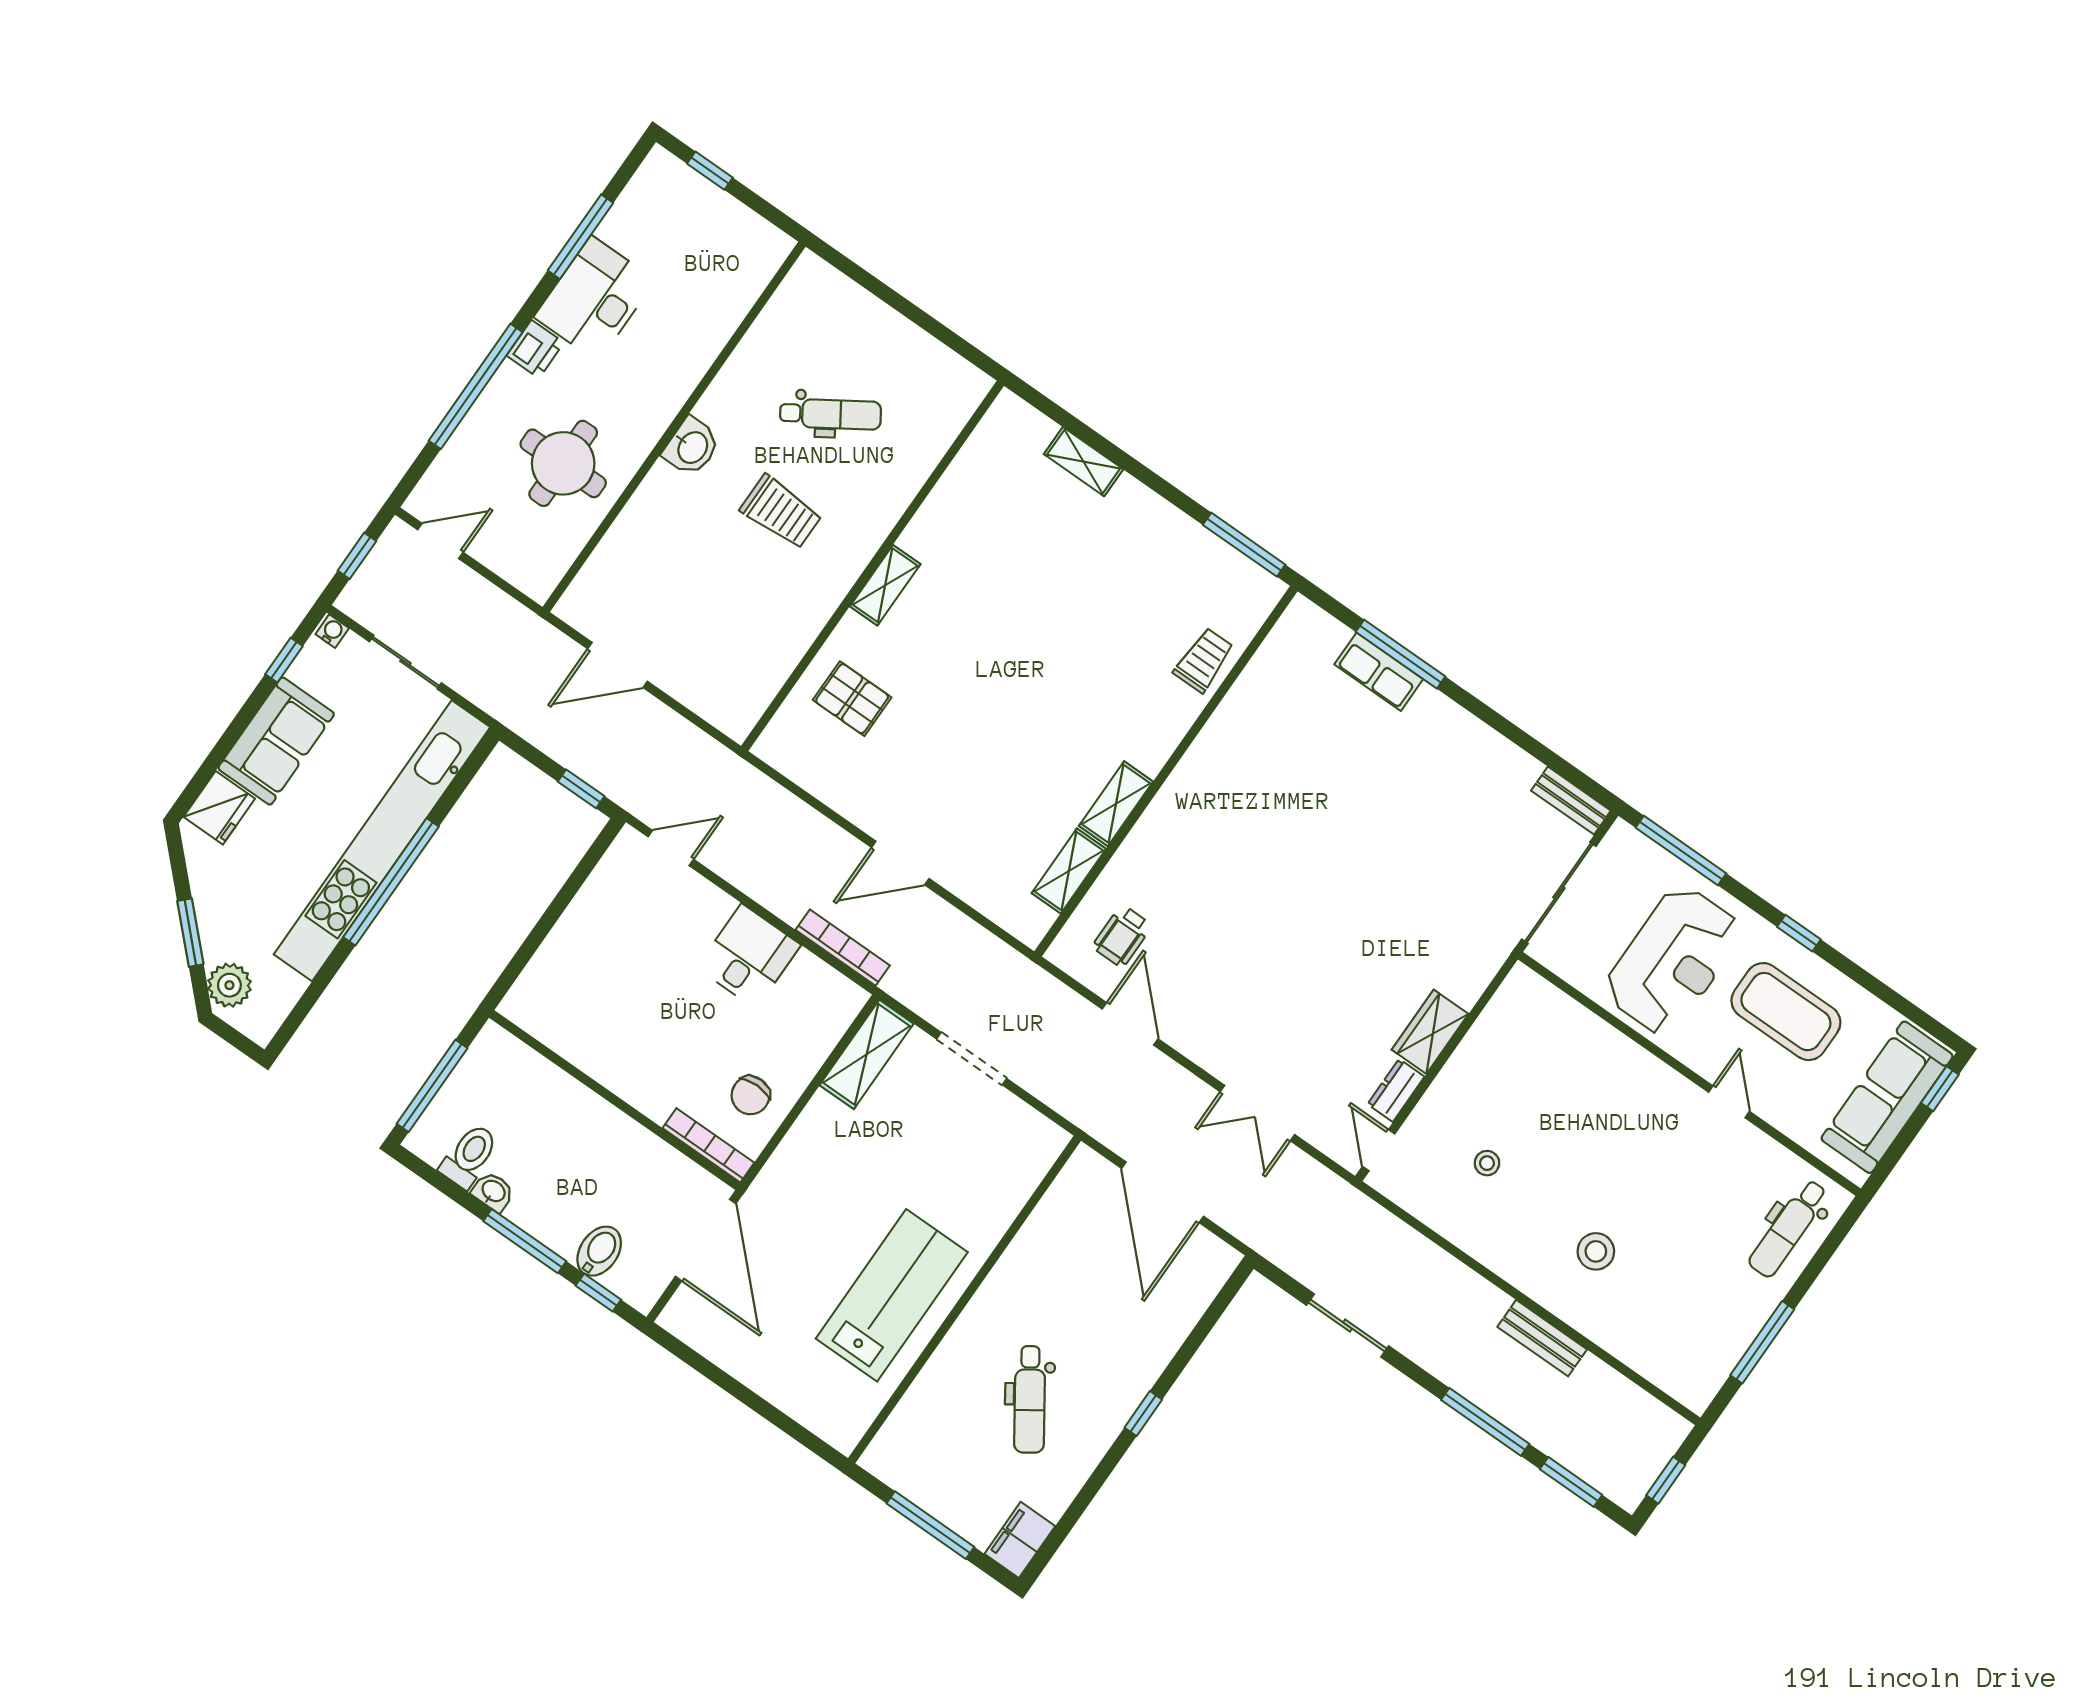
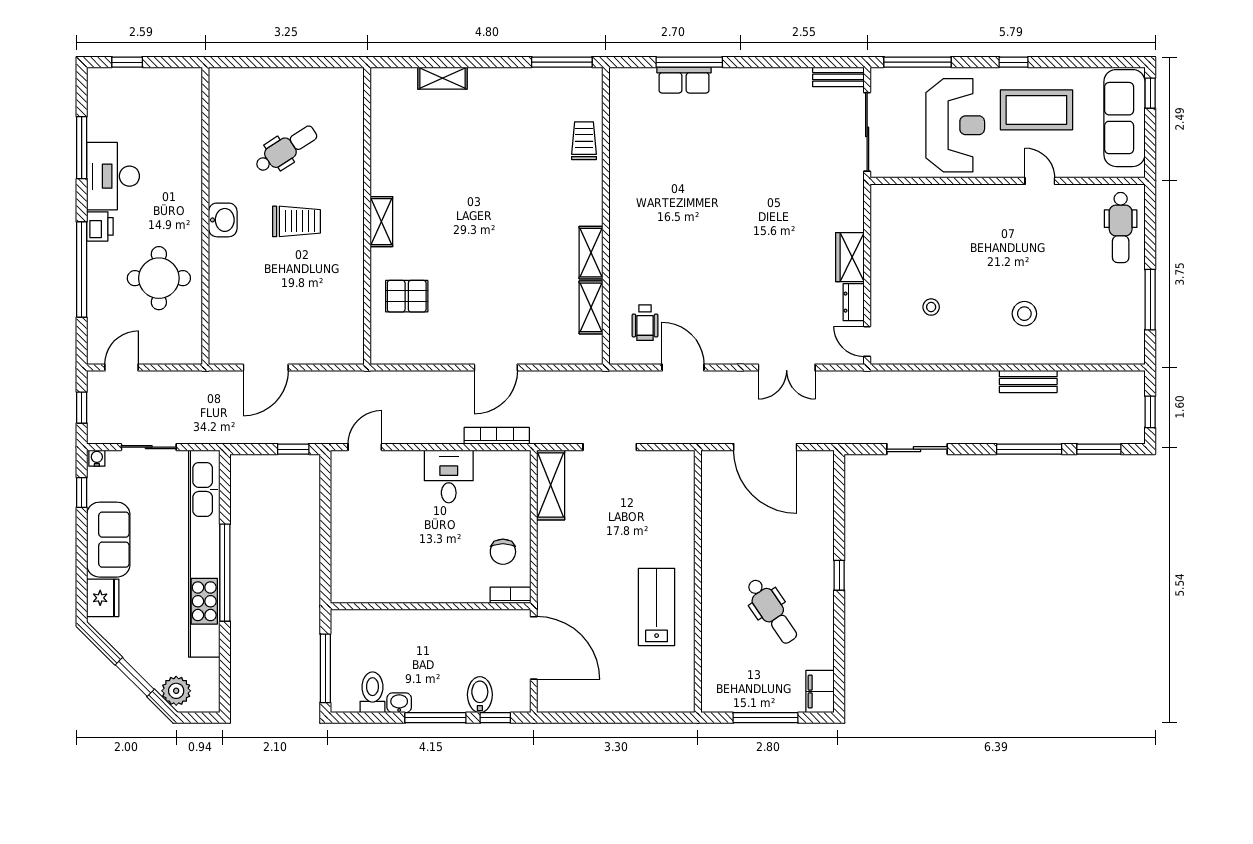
bookcase: (708, 1145) -> (510, 595), width x0.64
lab bench: (892, 1295) -> (657, 607), width x0.73, depth x0.72

